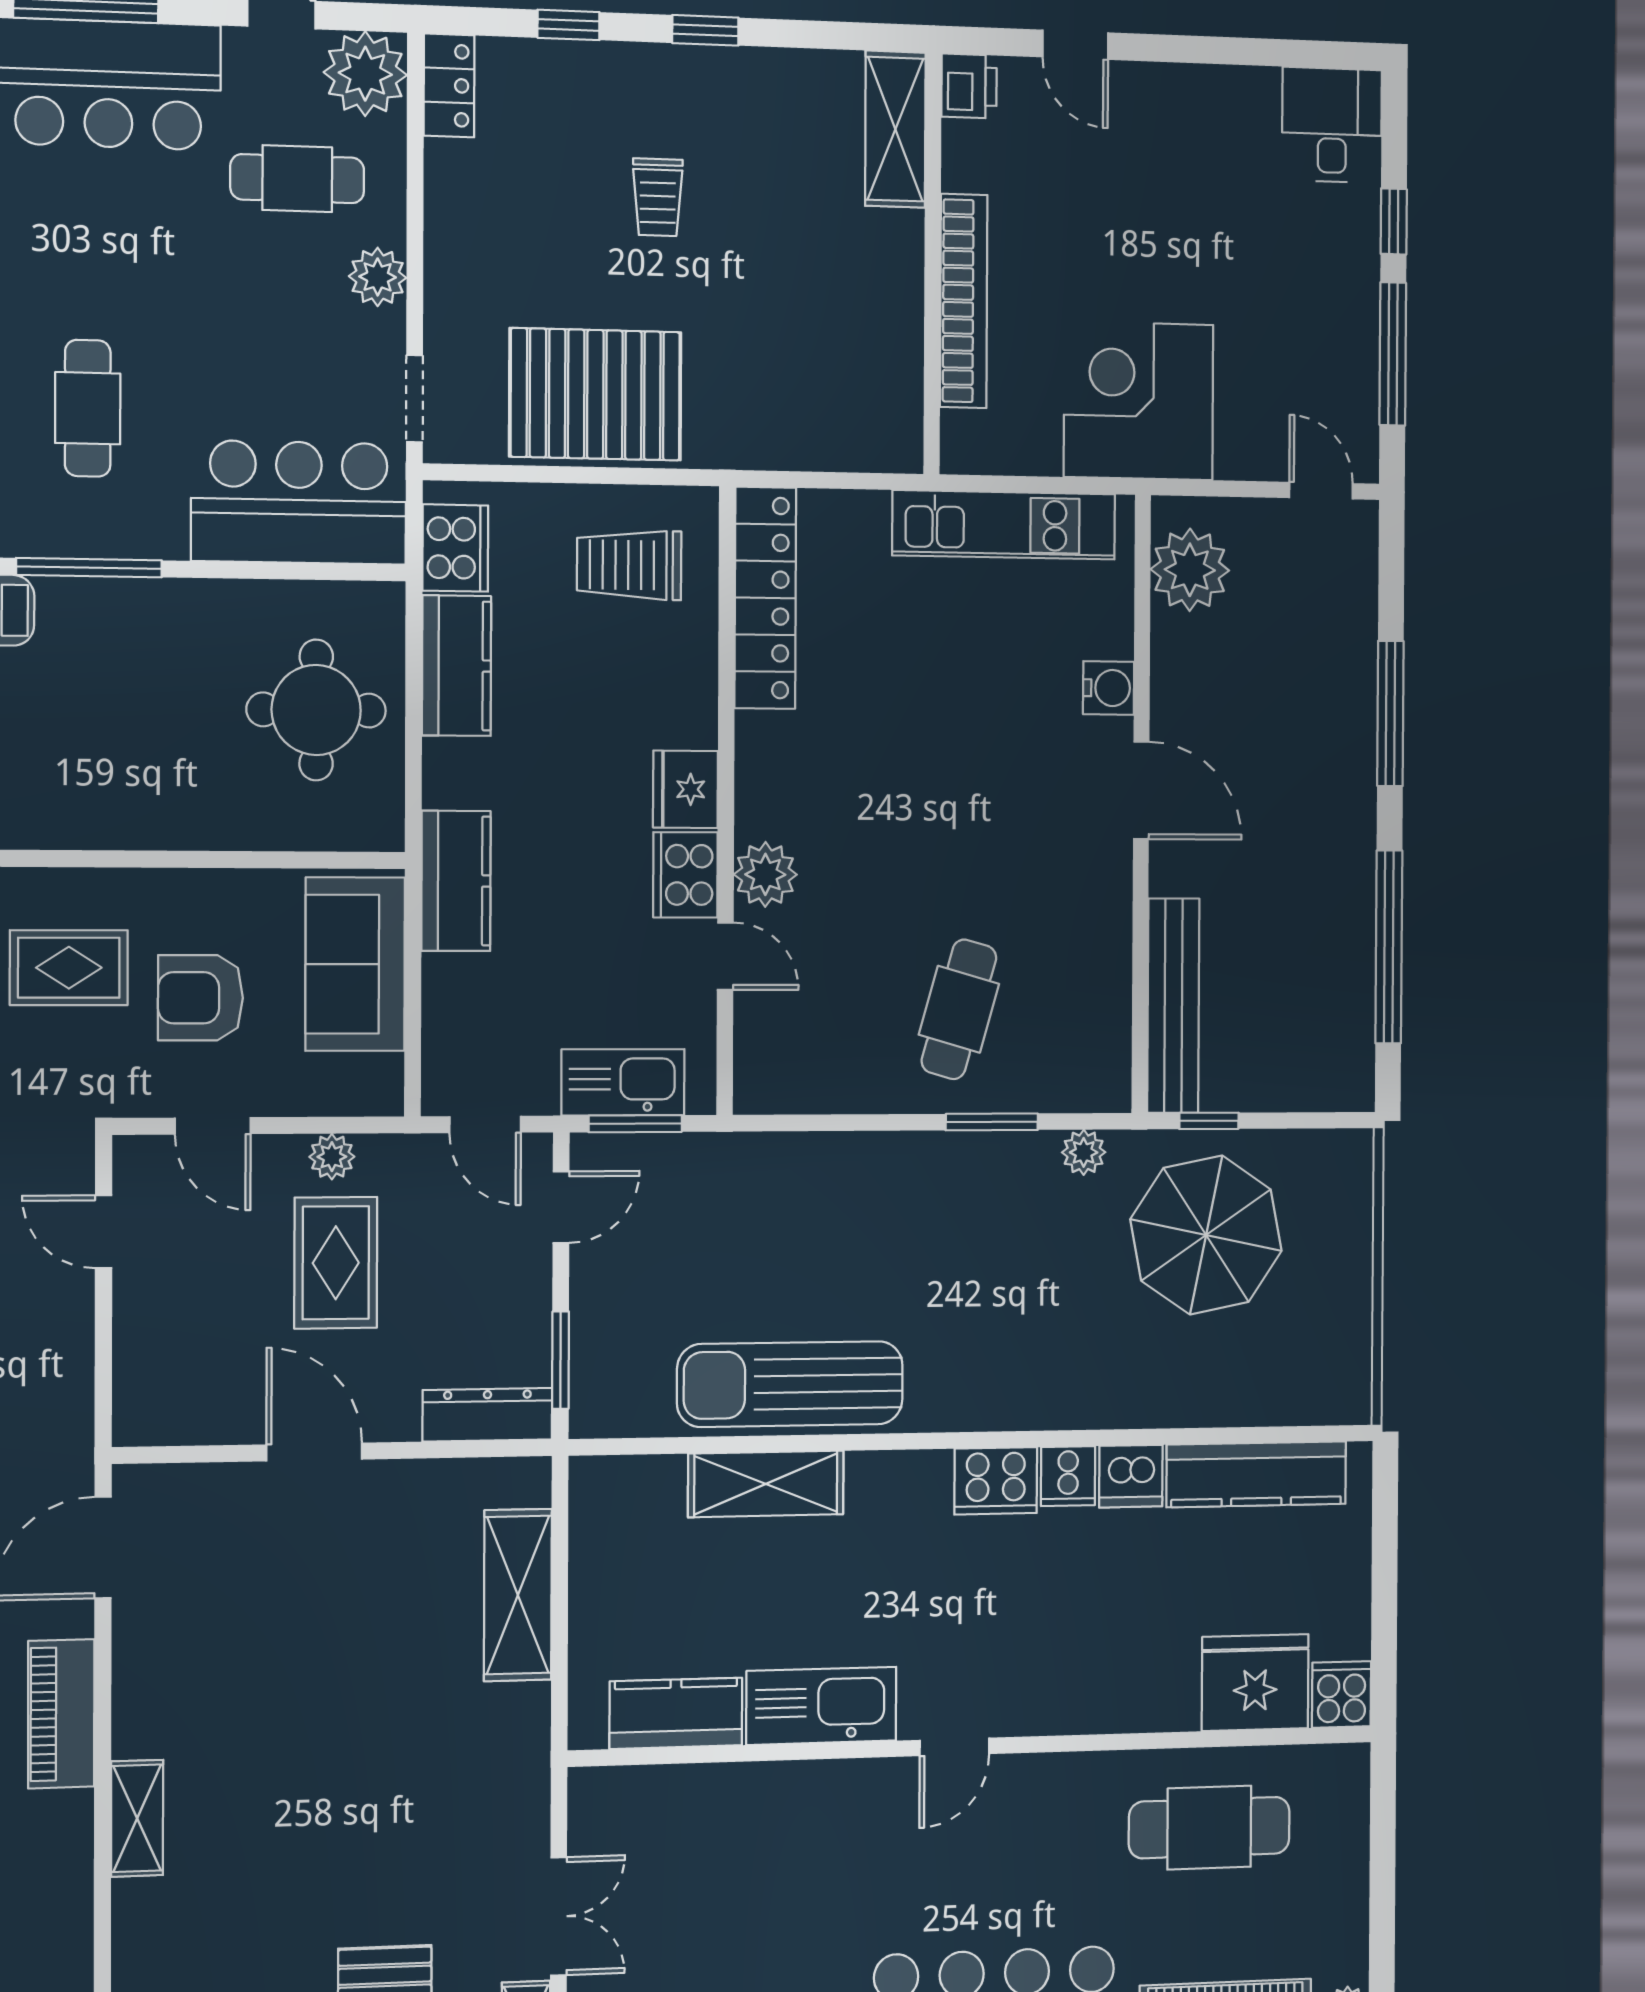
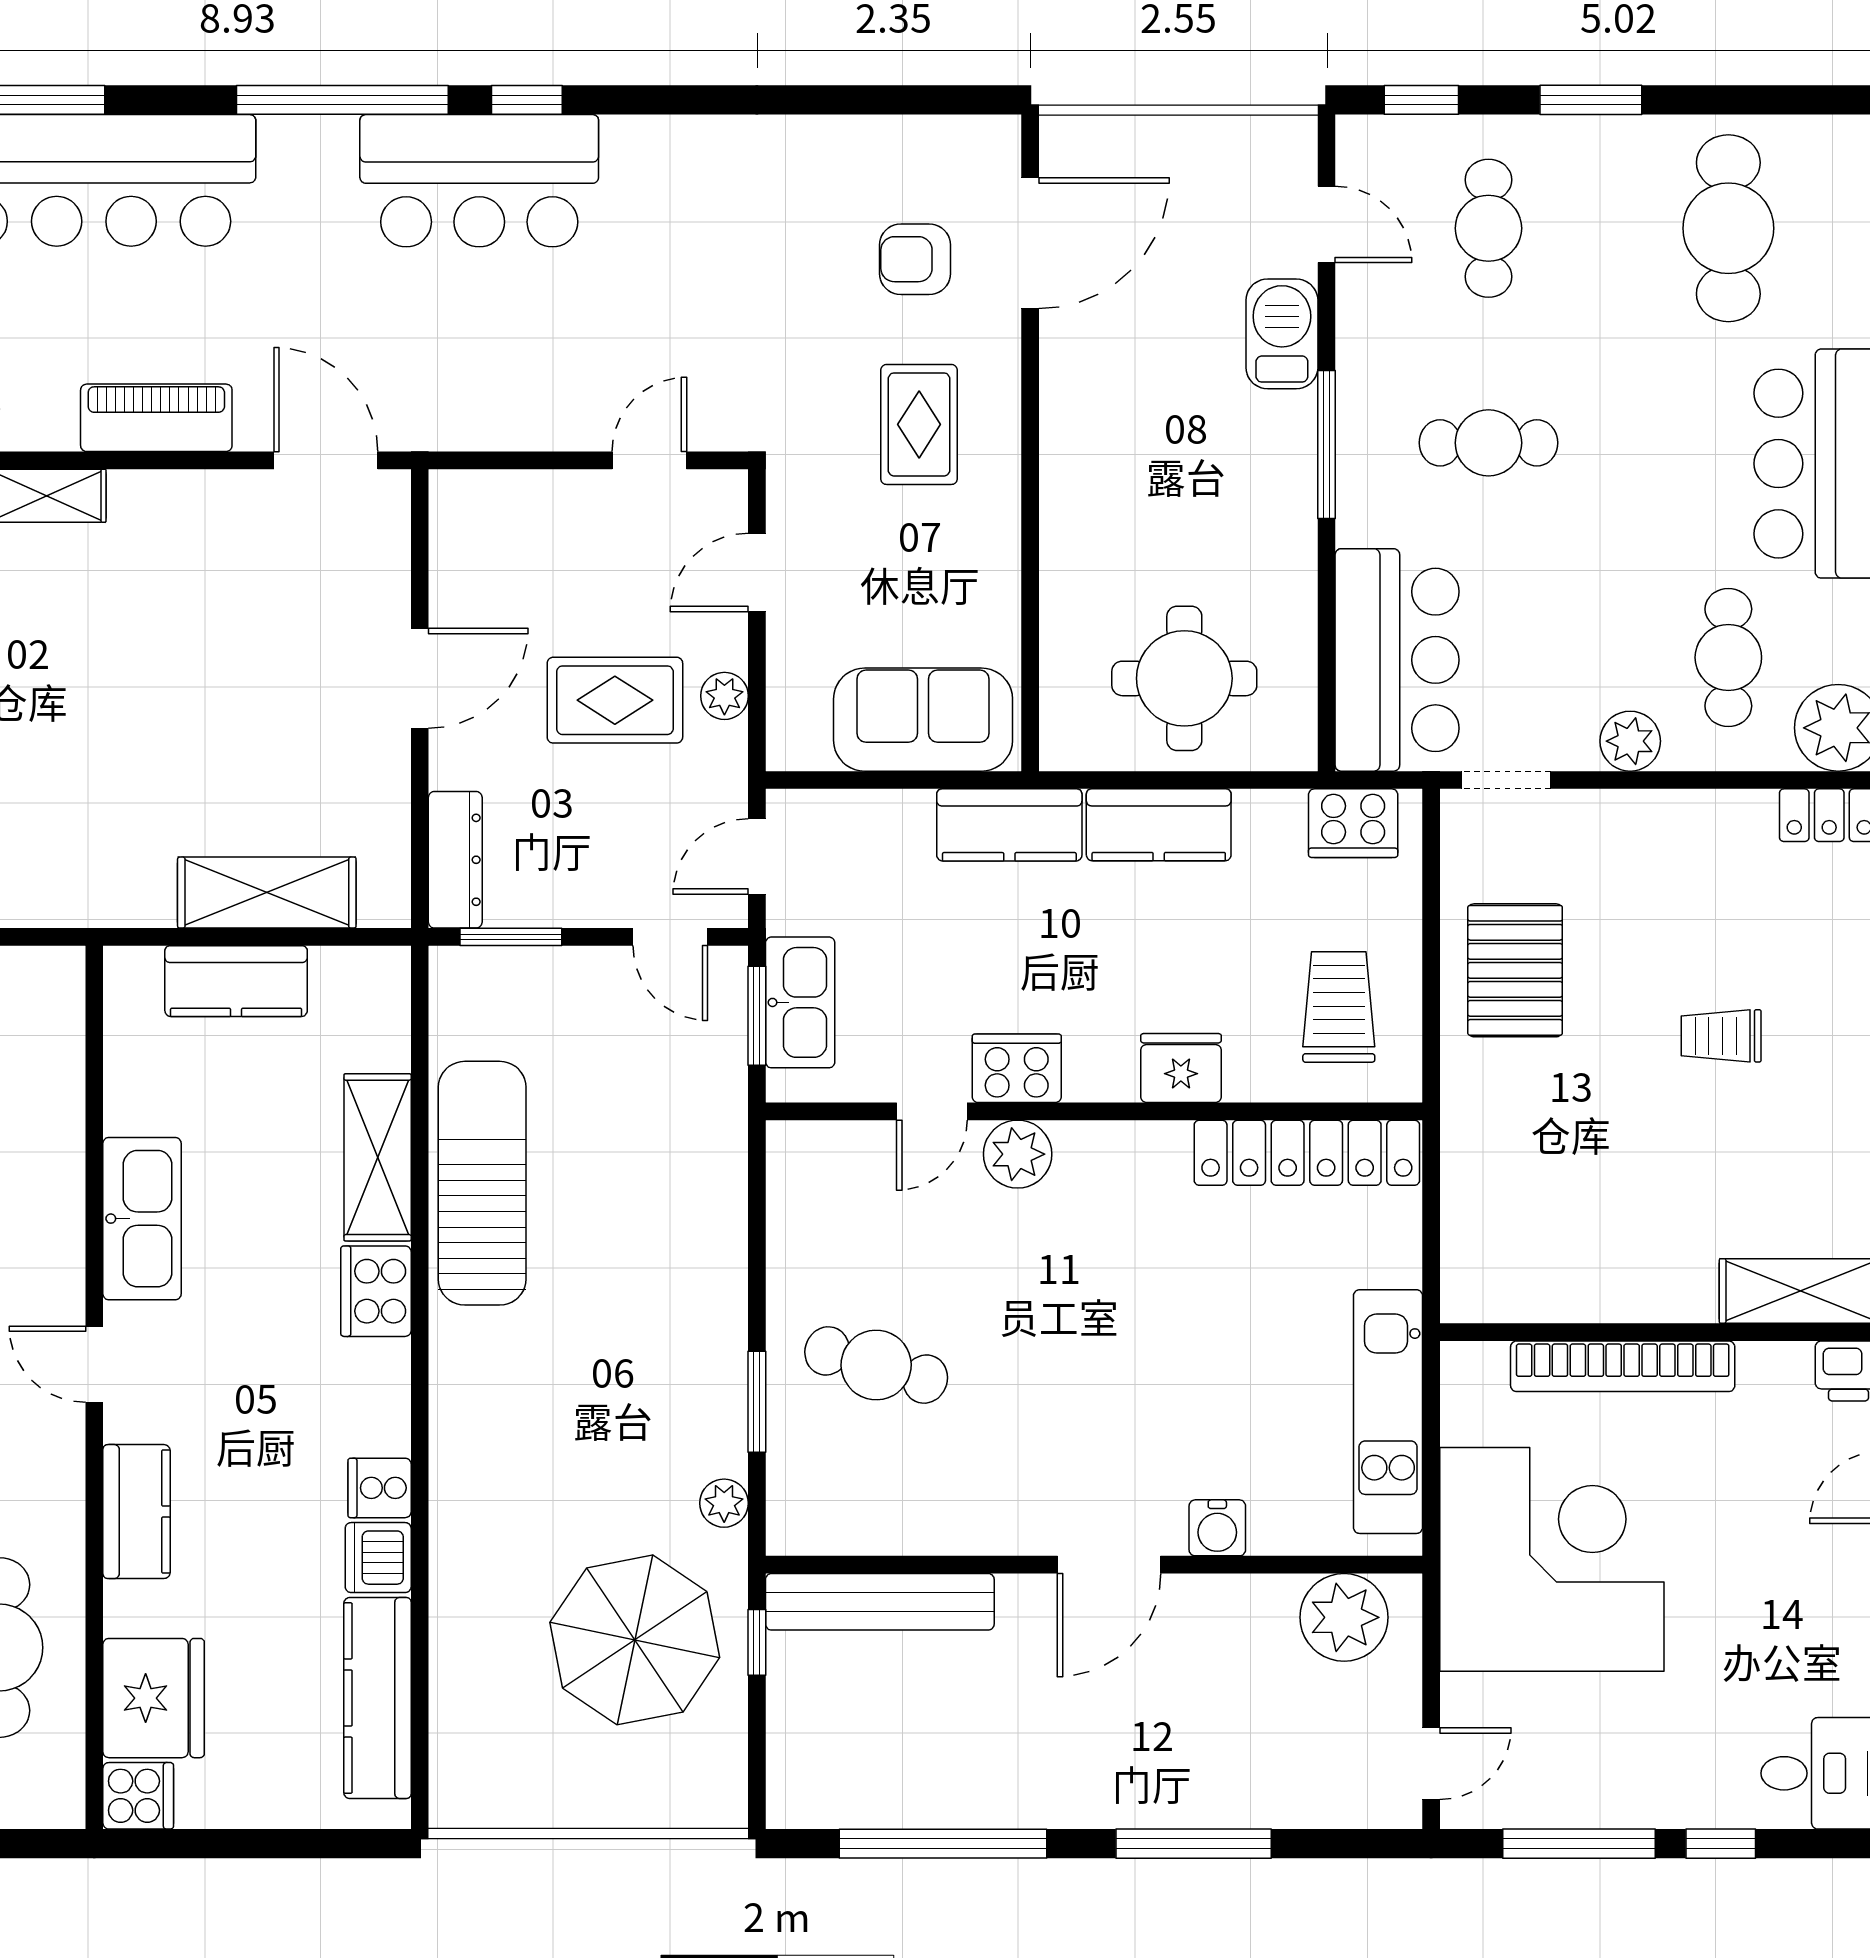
pallet: (595, 394) -> (1515, 970), width x0.73, depth x0.71
corner desk: (1139, 401) -> (1552, 1559), width x1.36, depth x1.36
kitchen counter: (457, 666) -> (1159, 825), moved
fridge: (686, 789) -> (1181, 1068), moved
armchair: (200, 998) -> (888, 559), removed
cooker: (996, 1481) -> (376, 1291), moved
kitchen counter: (1088, 1703) -> (137, 1512), added
kitchen counter: (676, 1713) -> (236, 981), moved, turned 90

